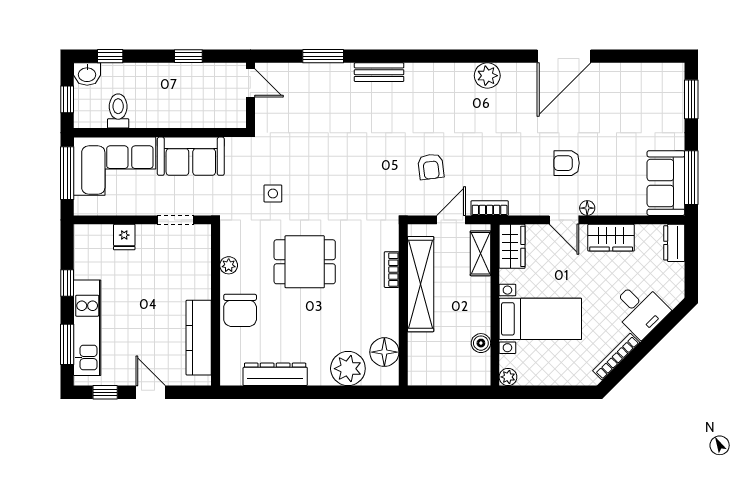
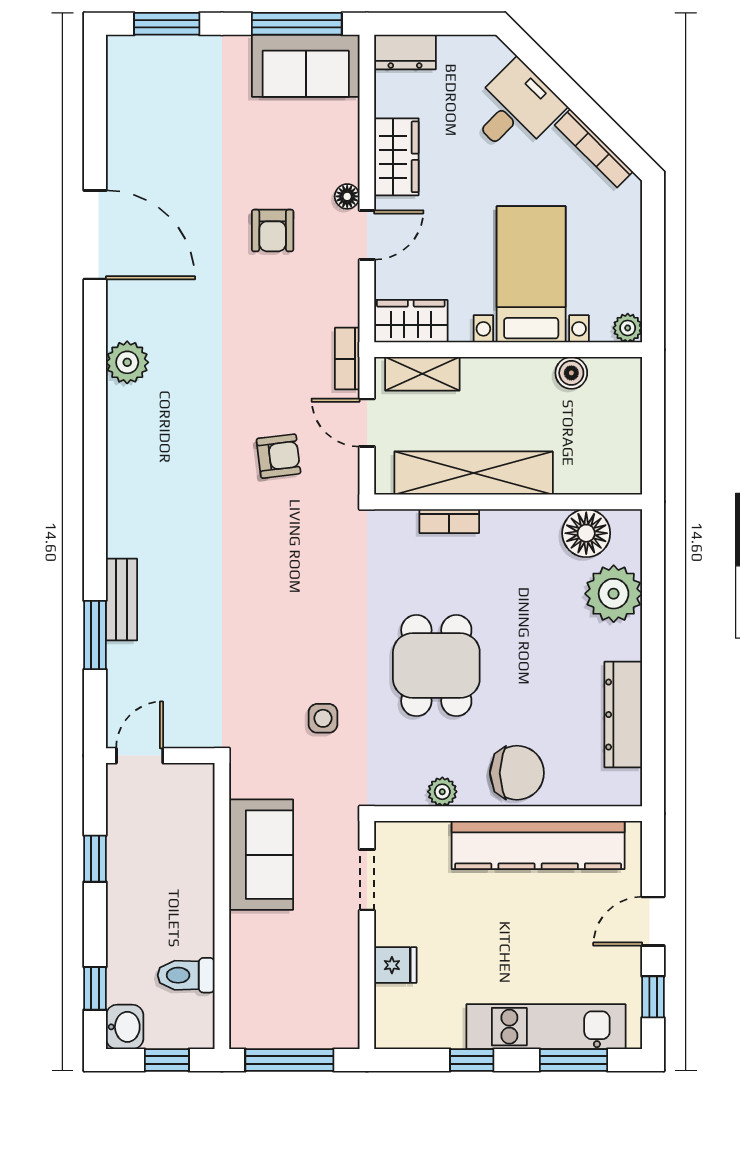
bench: (379, 72) -> (122, 600), moved
corner sofa: (115, 166) -> (278, 981), removed
kitchen counter: (199, 338) -> (538, 845), width x1.39, depth x1.17

